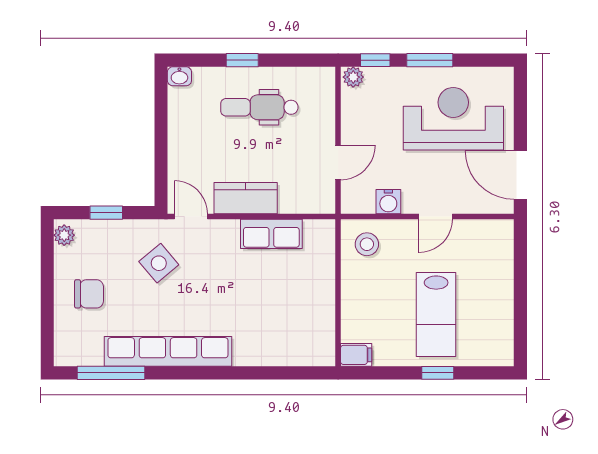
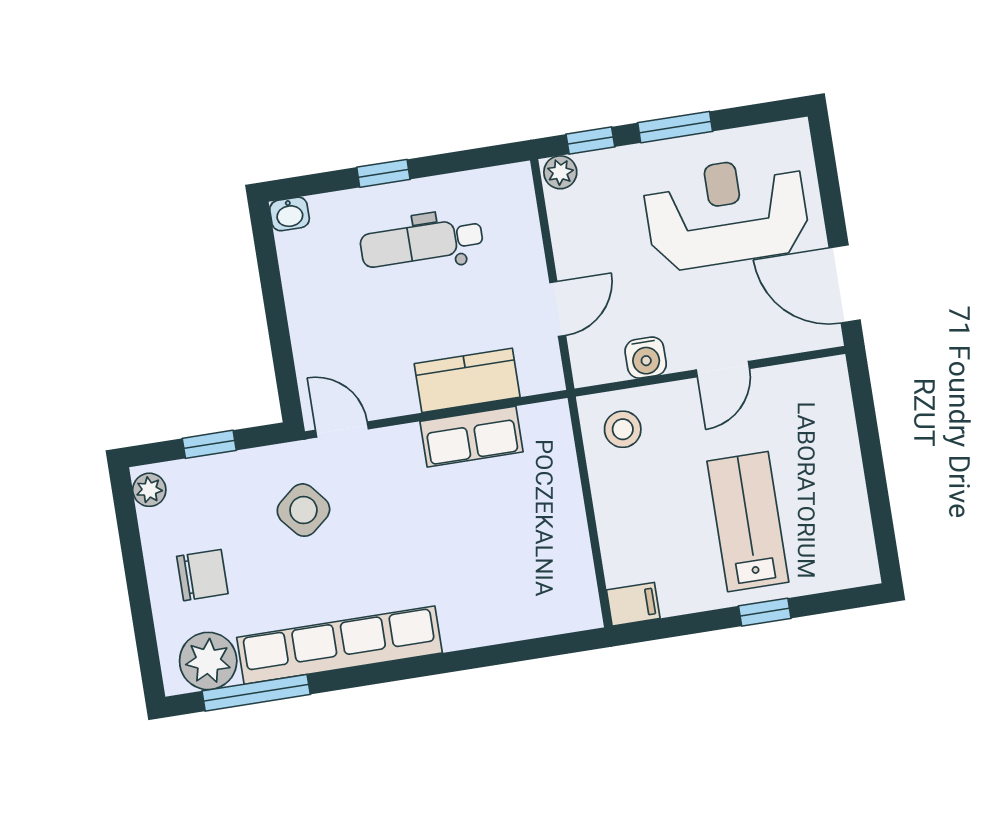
kitchen counter: (246, 198) -> (467, 380), moved
lab bench: (436, 314) -> (748, 522), turned 180
plant: (84, 348) -> (208, 661), added

